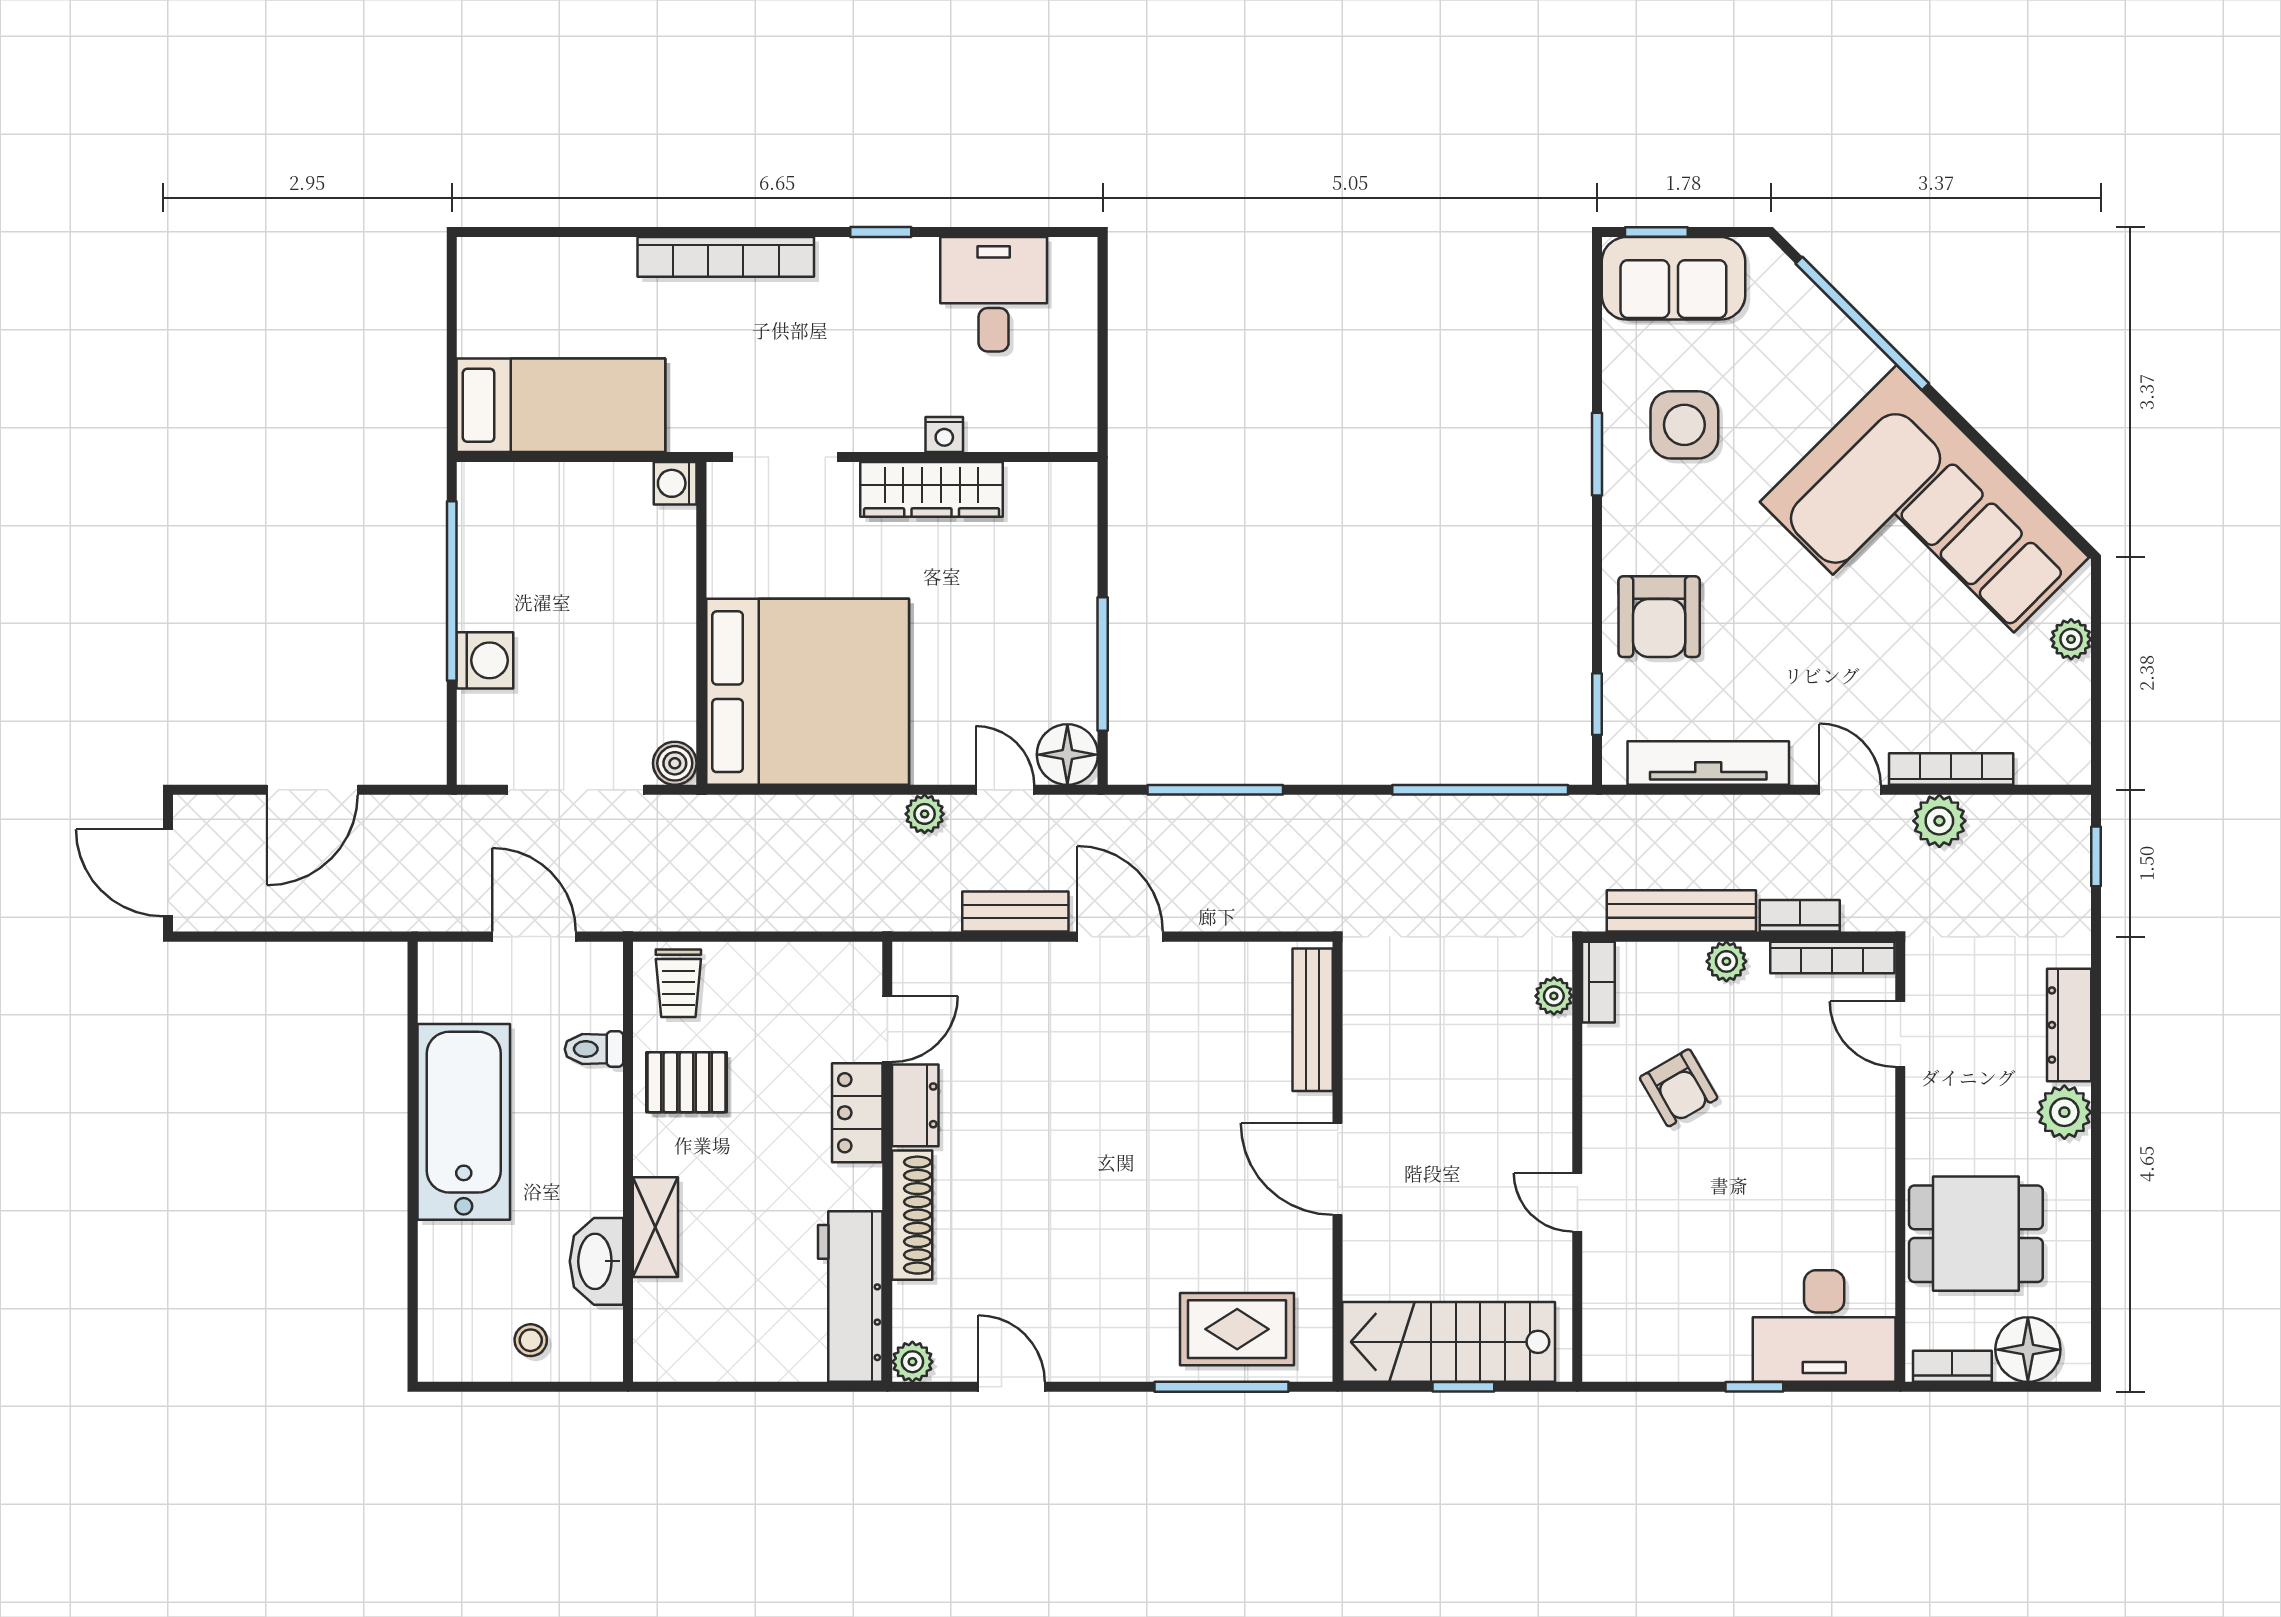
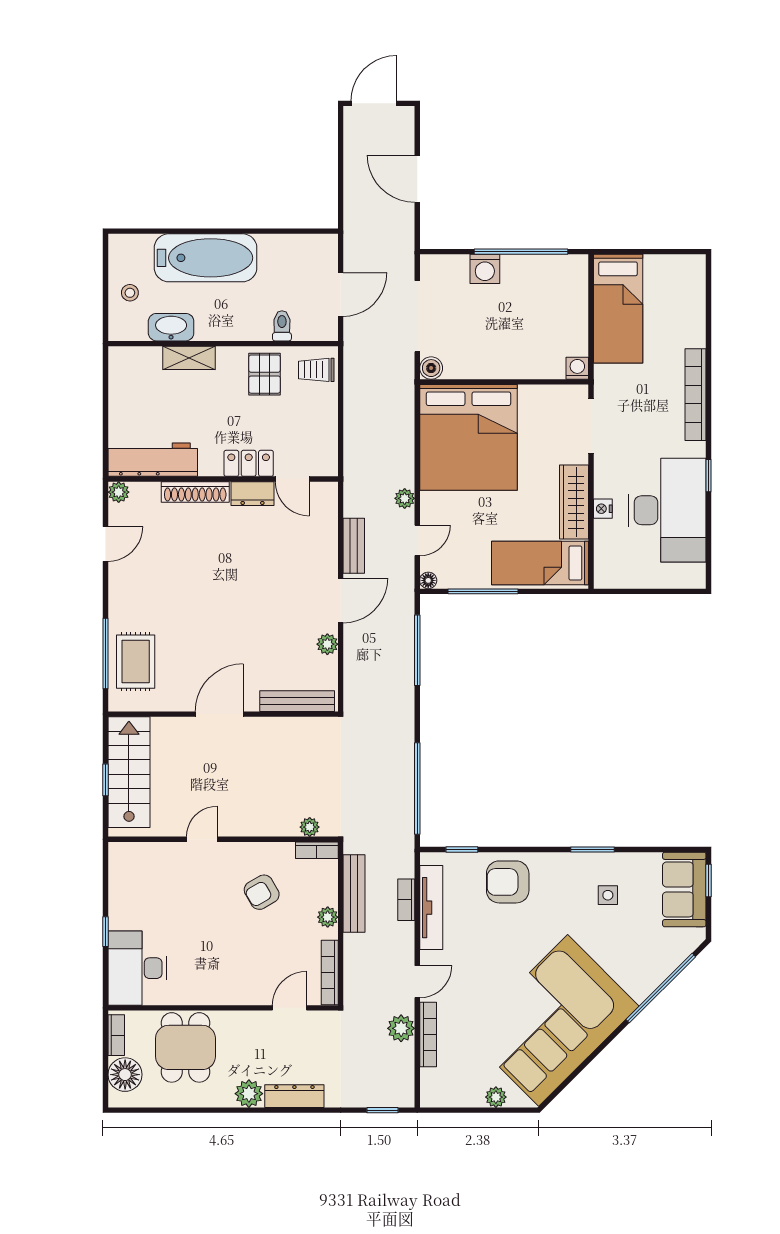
desk: (994, 294) -> (667, 510), width x1.87, depth x1.30
side table: (1684, 425) -> (608, 895), width x0.54, depth x0.54
bed: (1048, 555) -> (540, 563), added
floor lamp: (1067, 755) -> (428, 580), width x0.53, depth x0.53
bookcase: (1800, 916) -> (406, 900), moved, turned 180
plant: (1204, 962) -> (327, 644), added
bathtub: (464, 1122) -> (206, 258), moved

